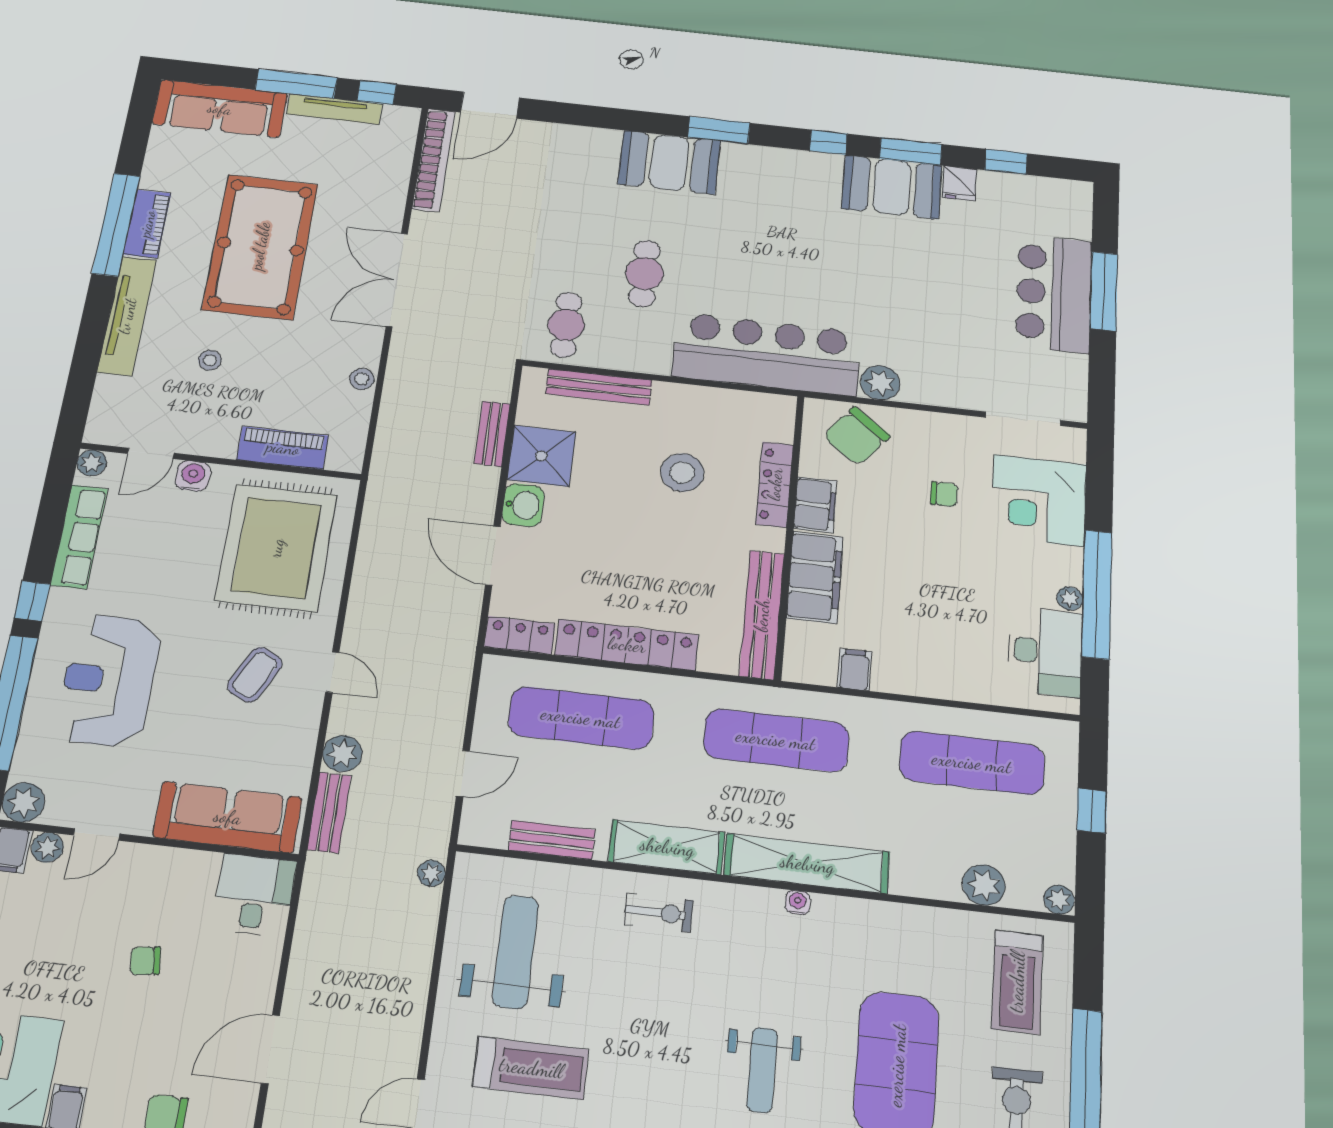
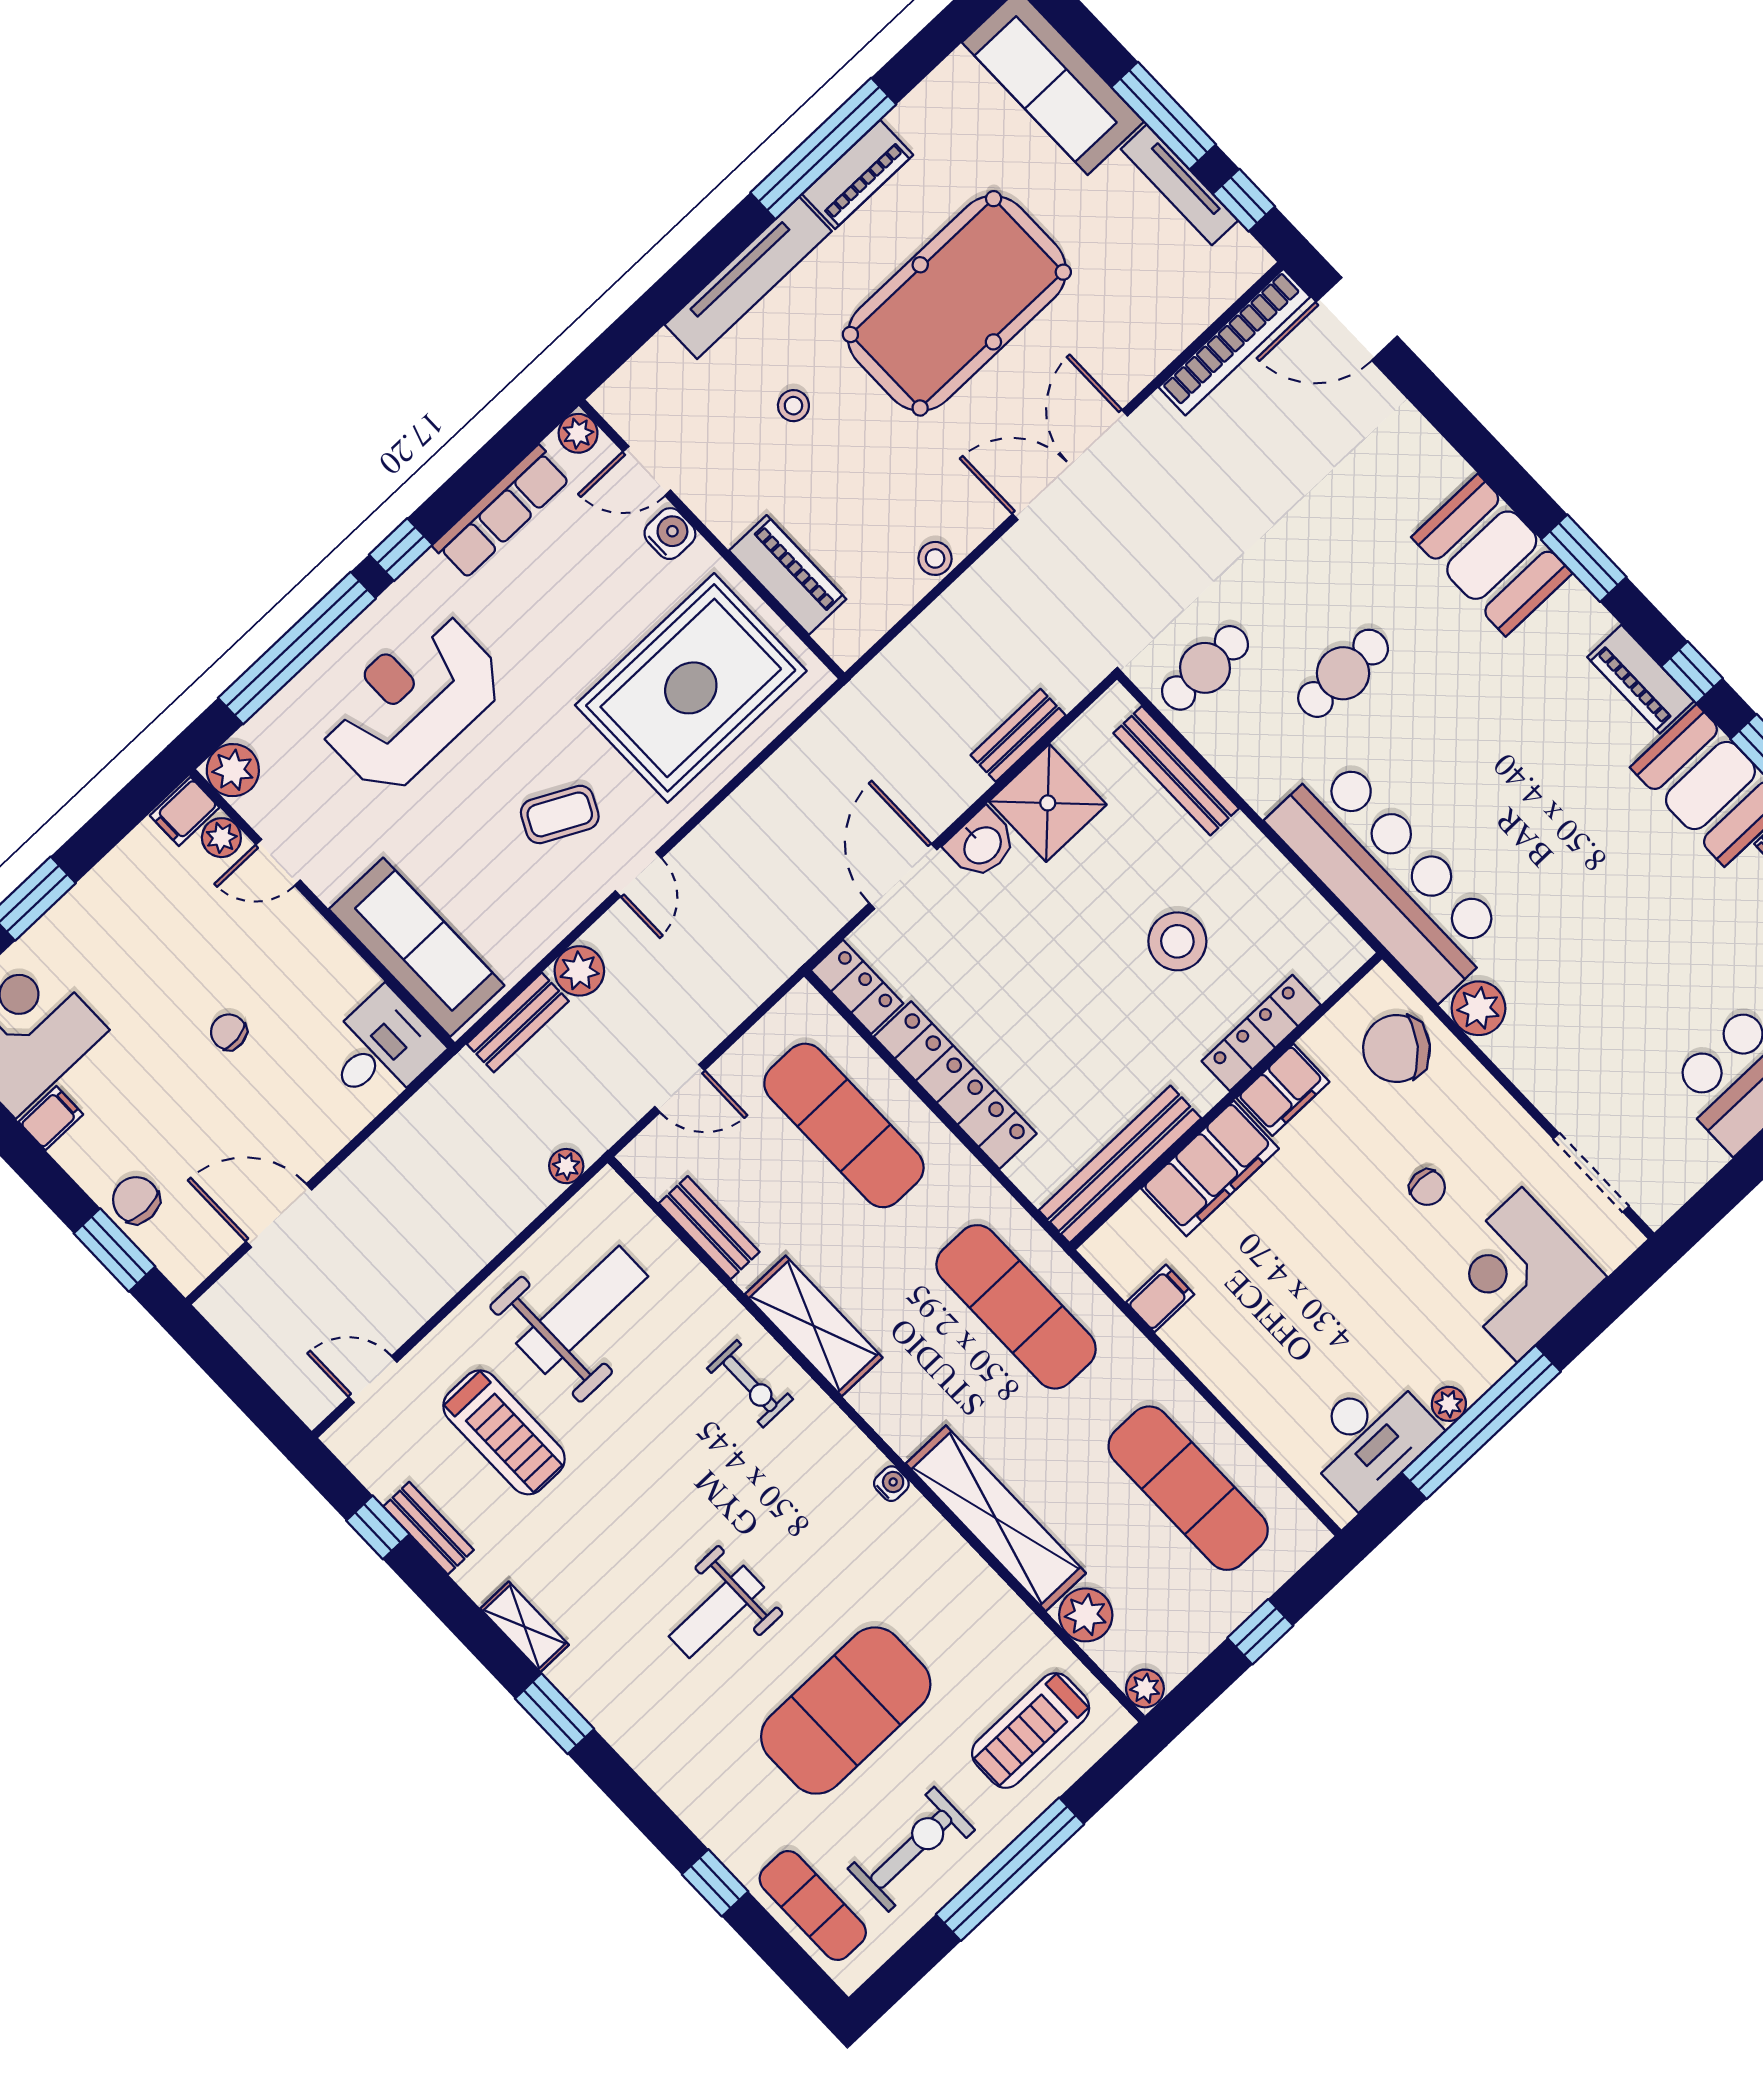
piano: (805, 164) -> (1641, 679), added
shelving: (807, 864) -> (996, 1518), moved

